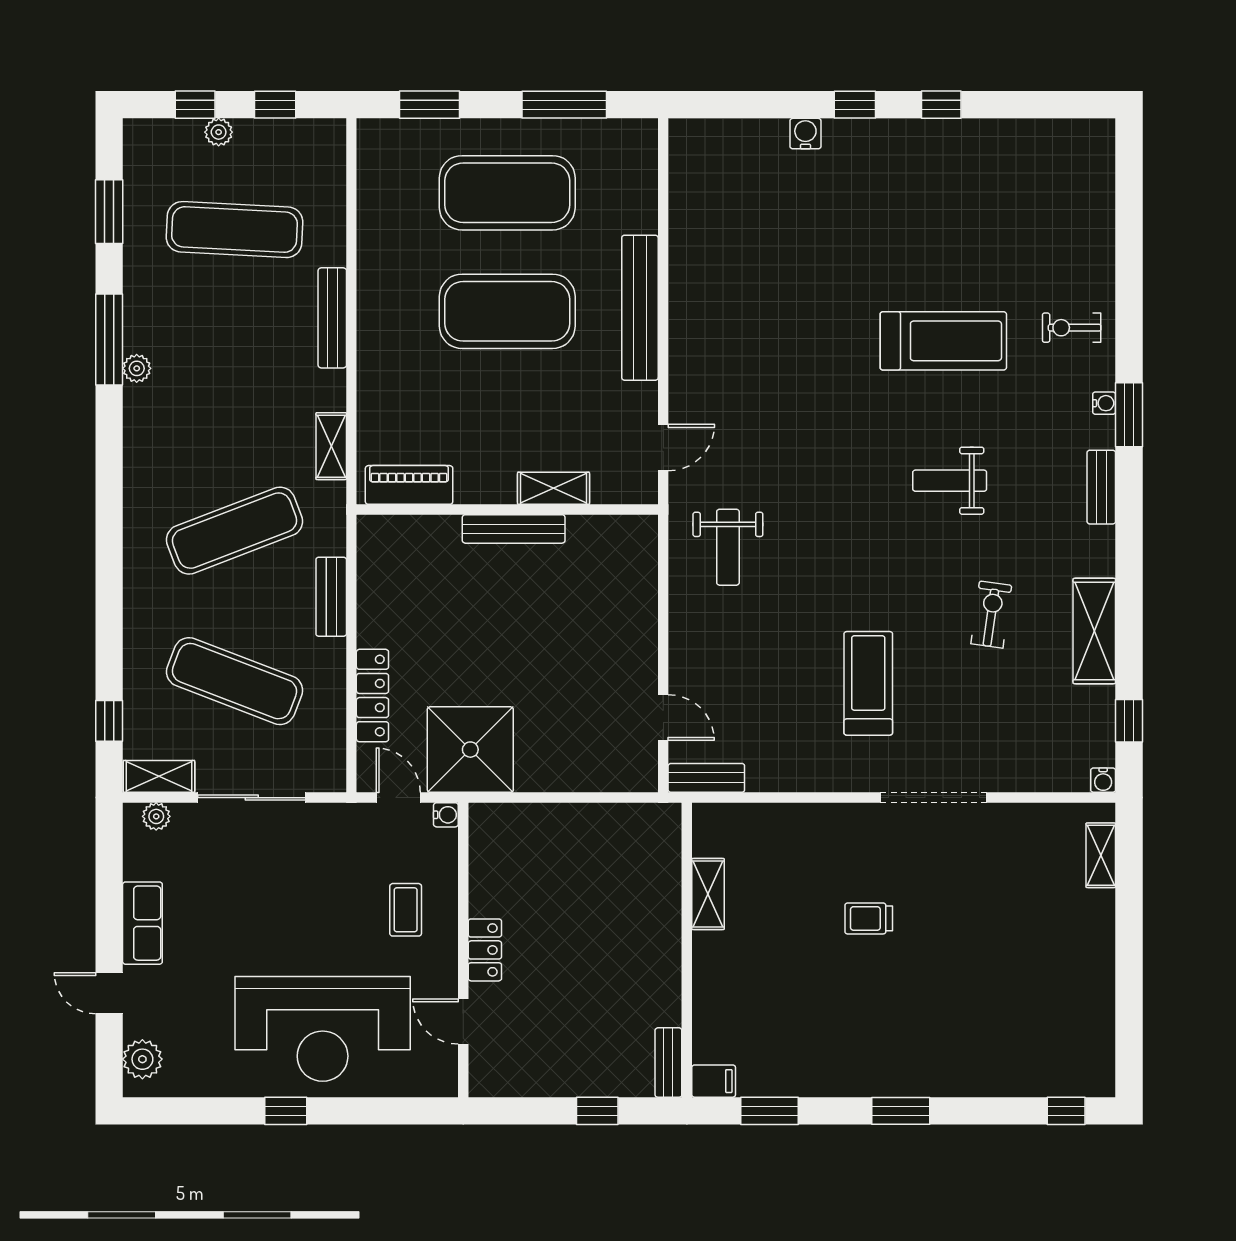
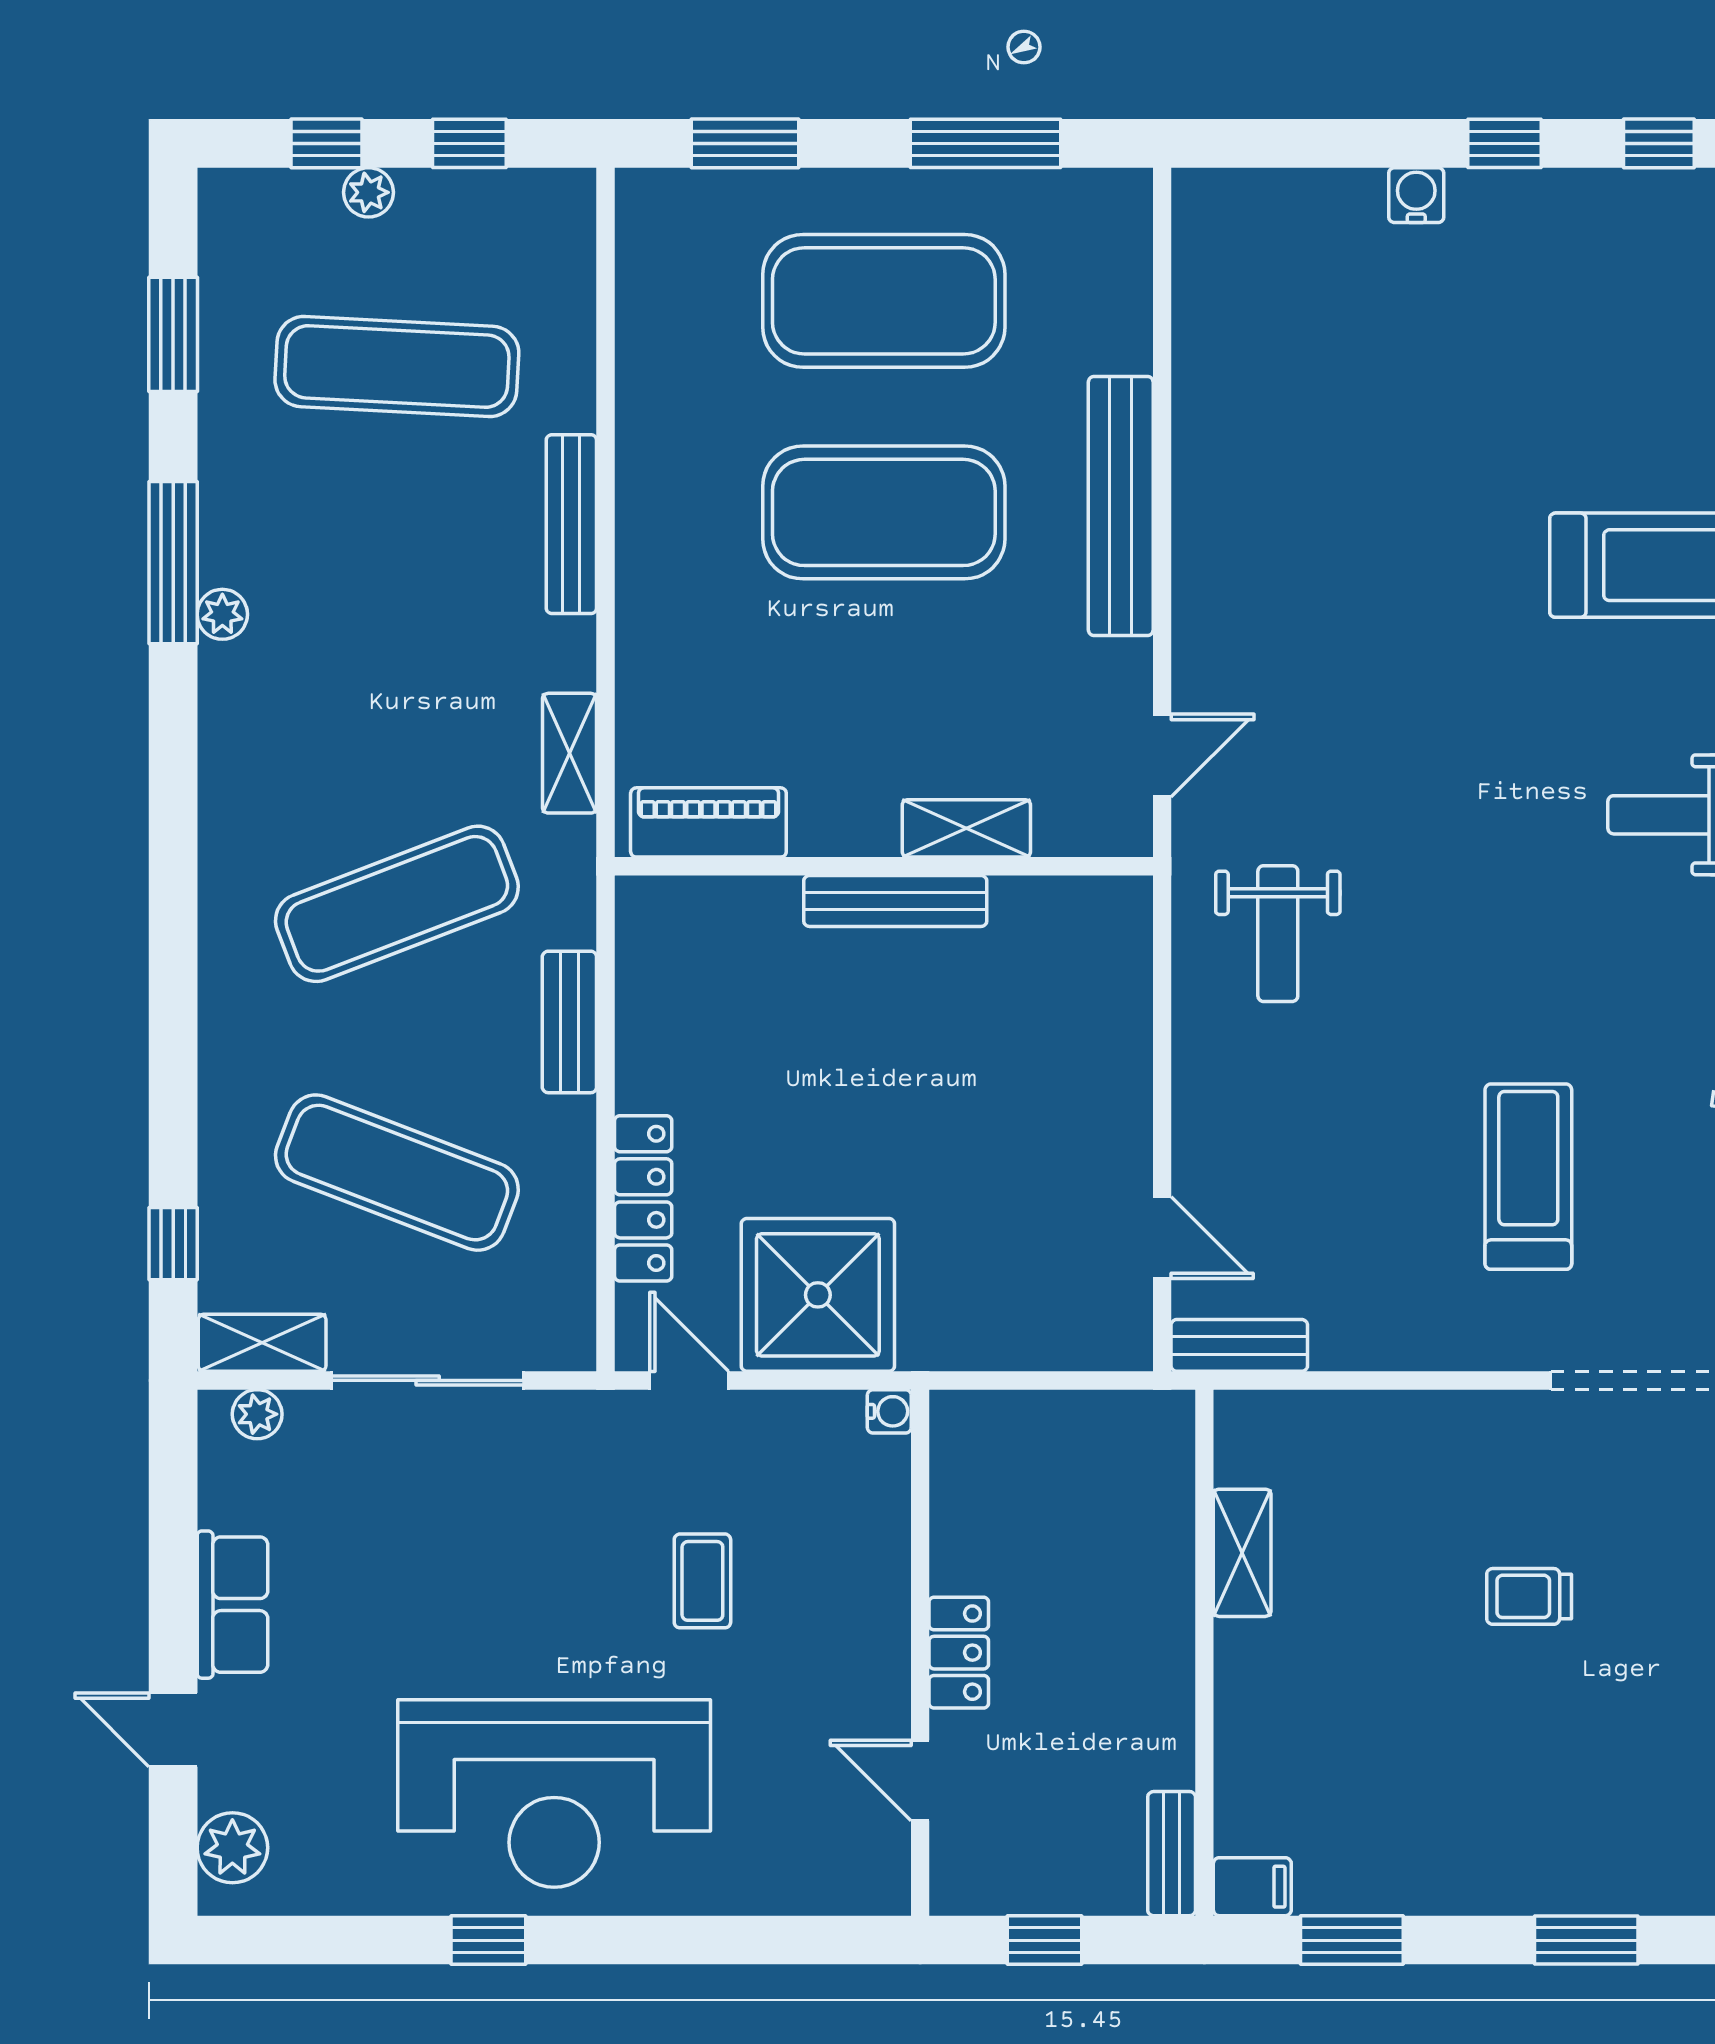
water cooler: (446, 815) -> (889, 1411), moved
wall: (463, 950) -> (920, 1653), moved
locker: (485, 950) -> (959, 1653), moved
door: (463, 1022) -> (920, 1780), moved

